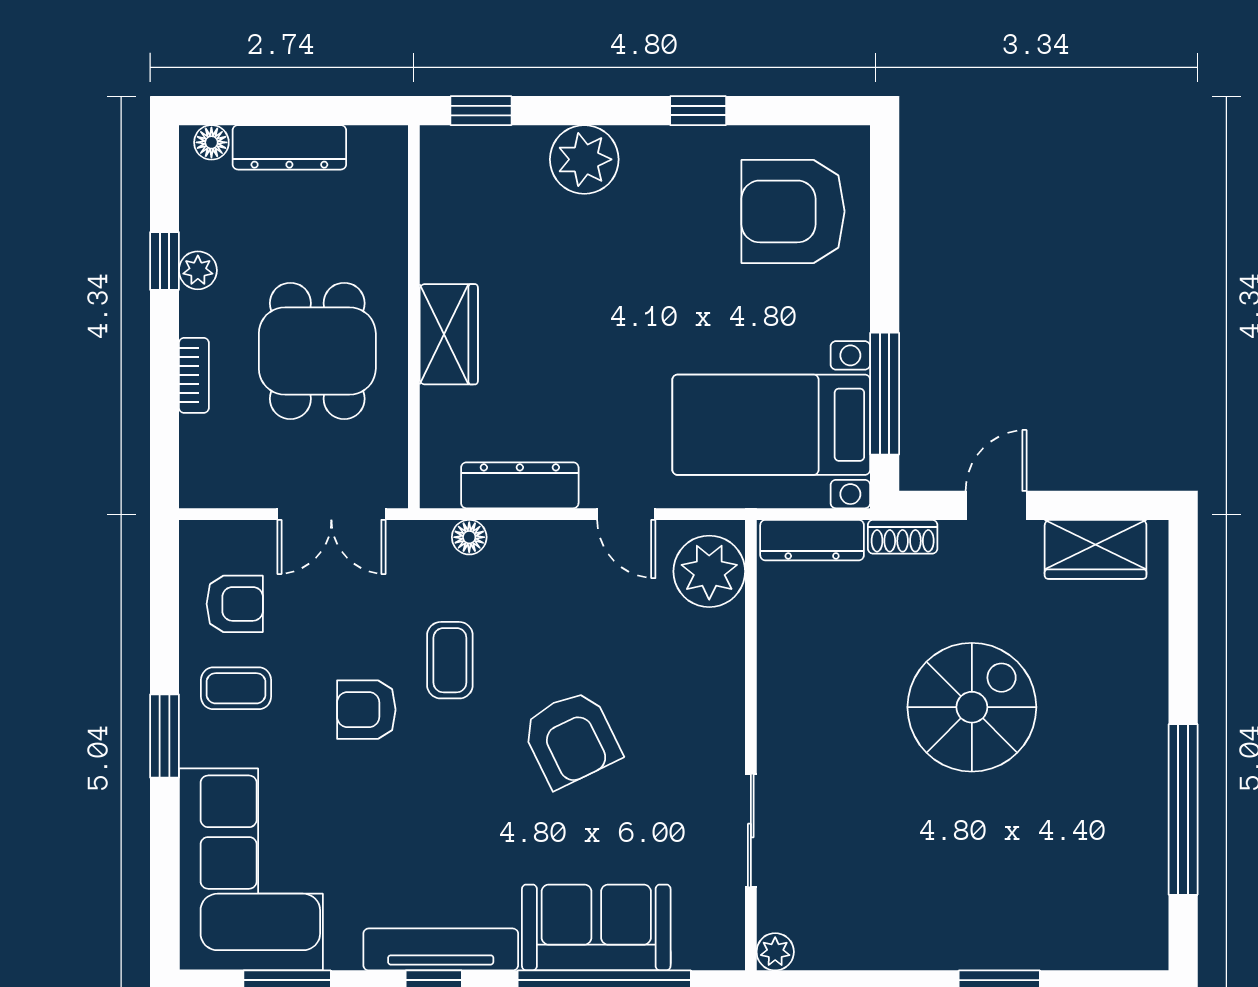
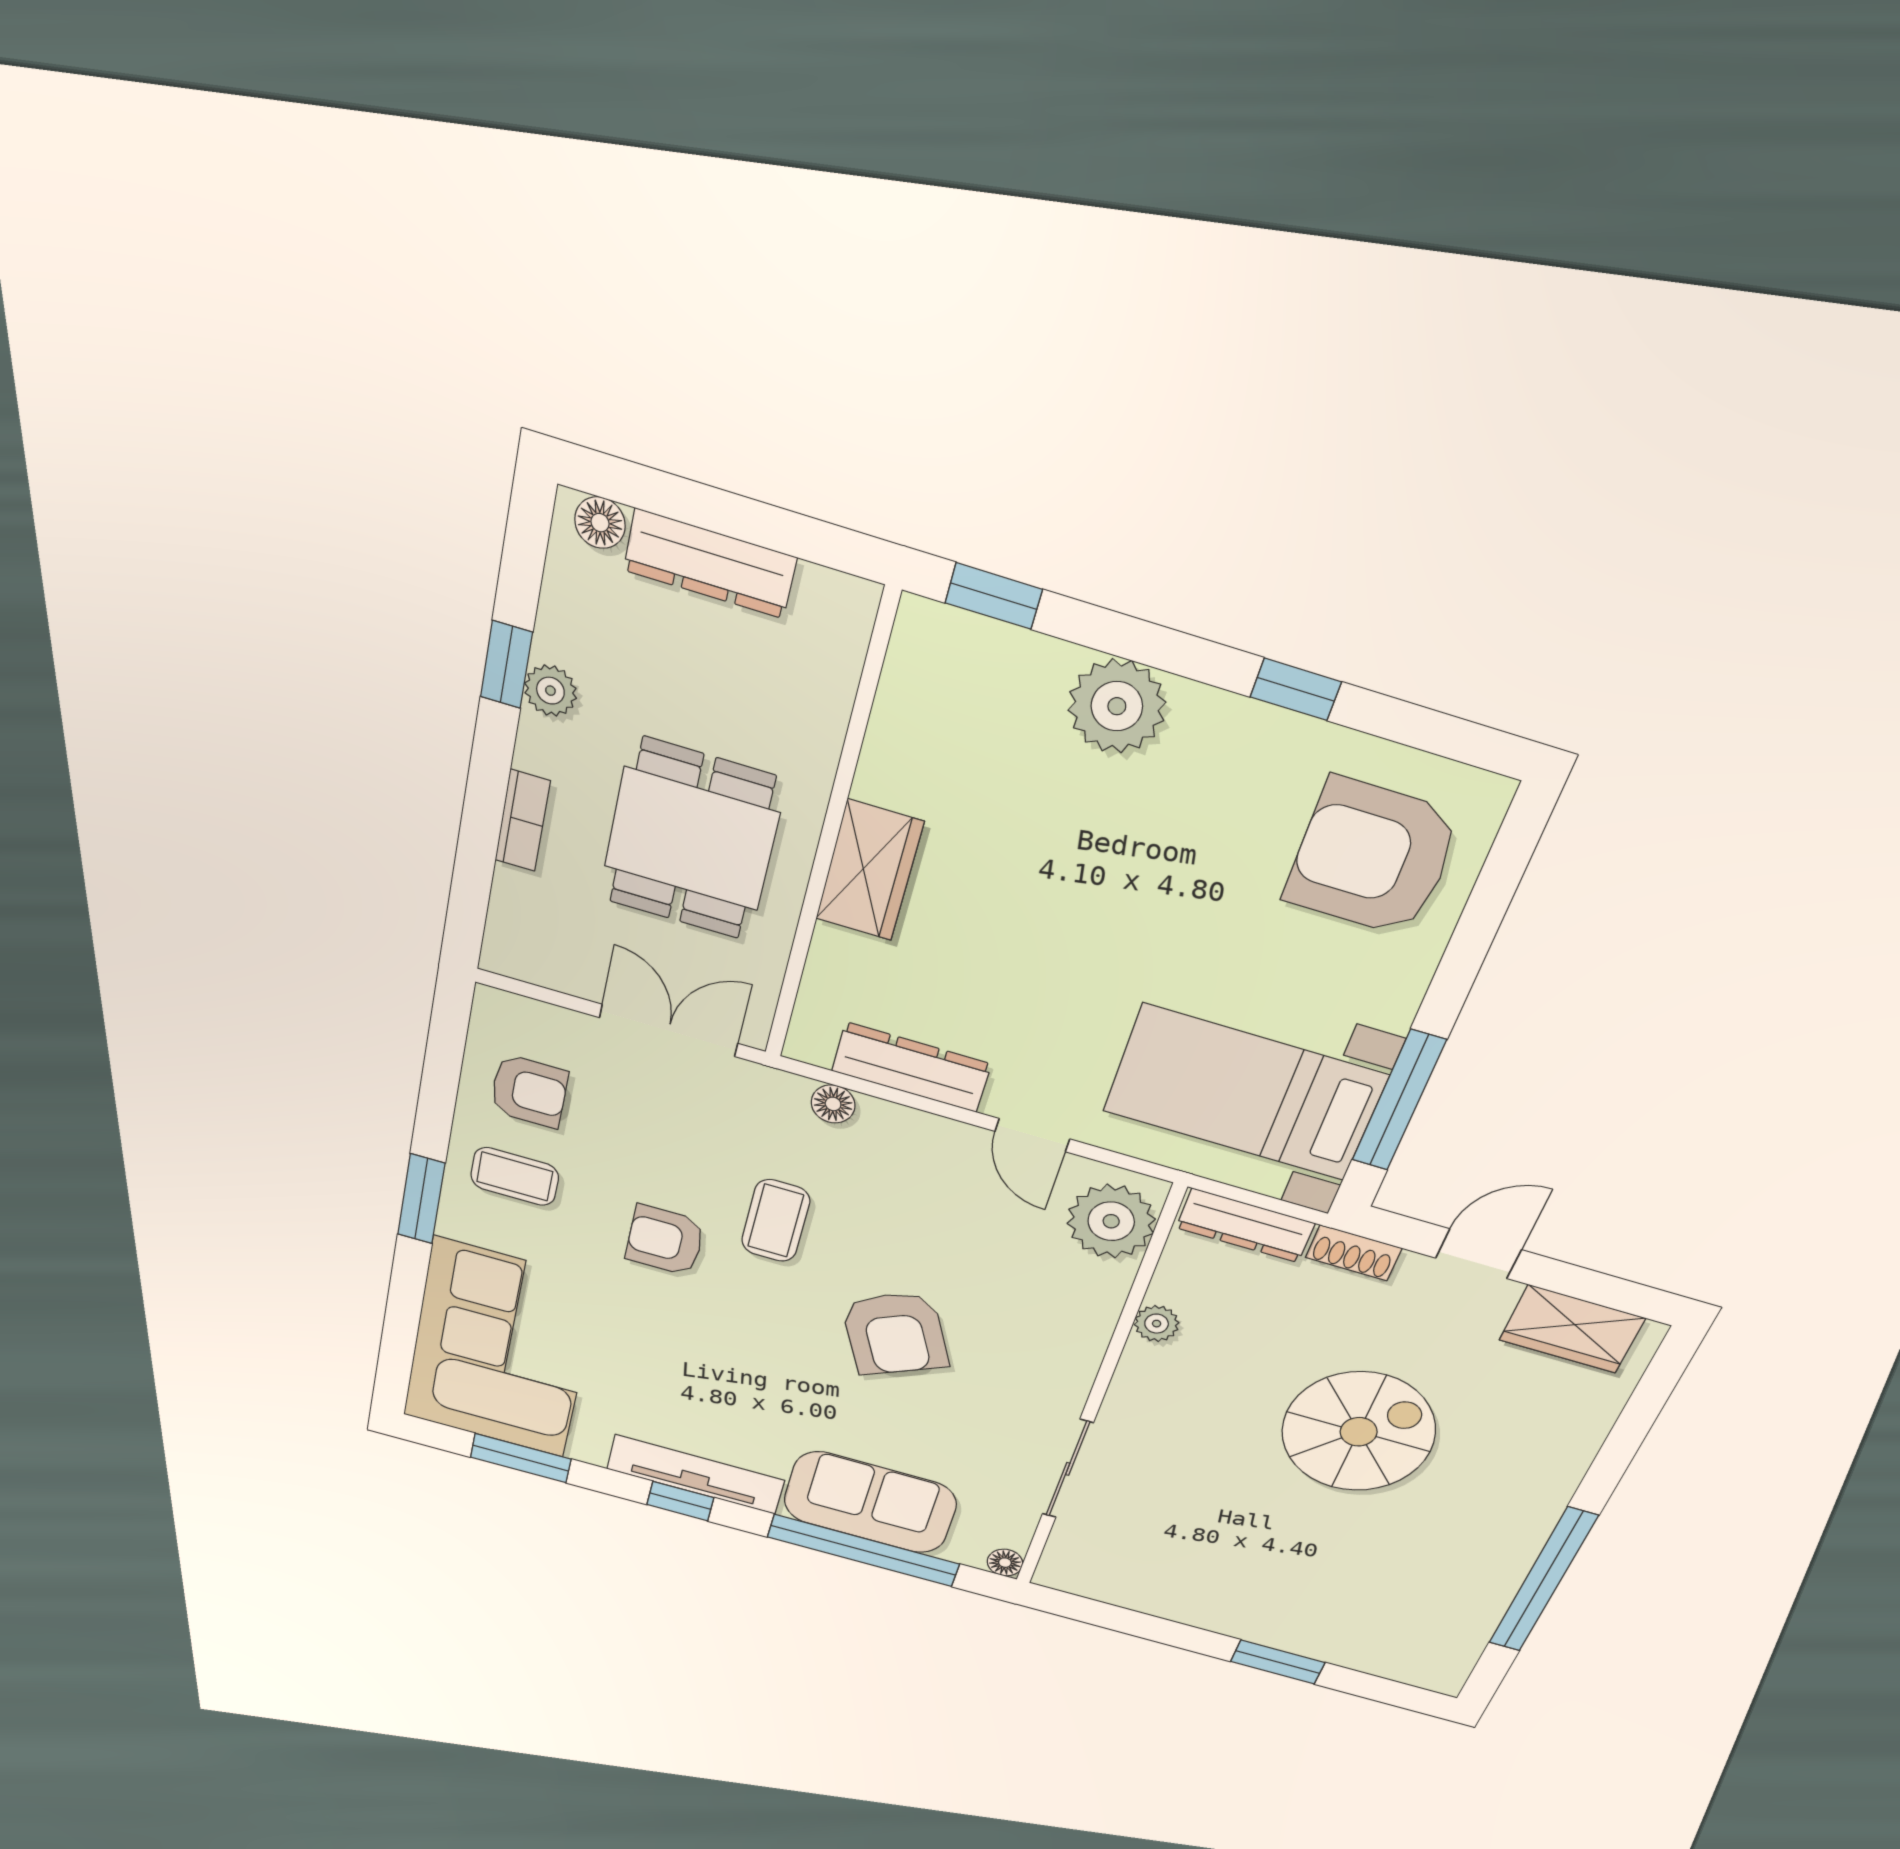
double door: (331, 514) -> (669, 1030), swing flipped
plant: (775, 952) -> (1157, 1324), moved
floor lamp: (729, 954) -> (1005, 1563), added

